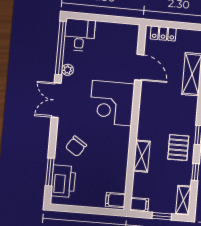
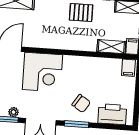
shelving: (142, 156) -> (111, 47), moved
window: (50, 172) -> (77, 124), moved

